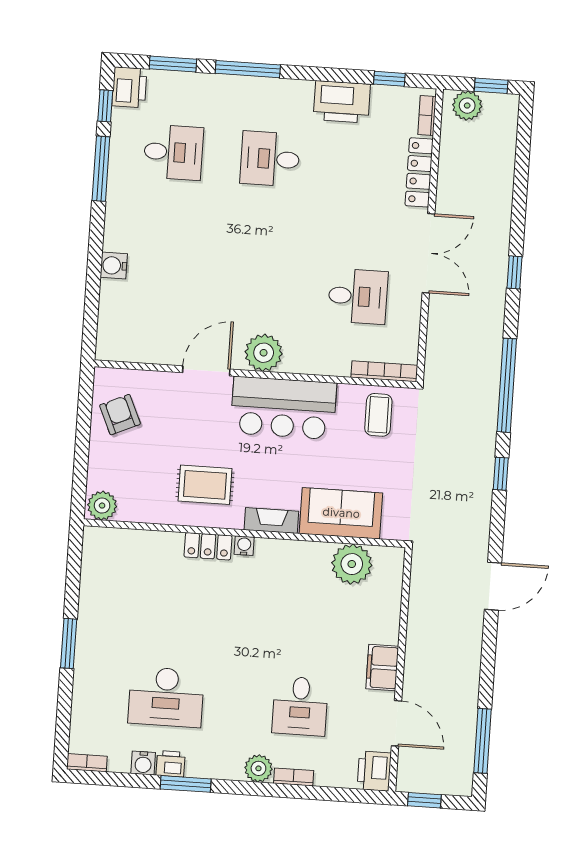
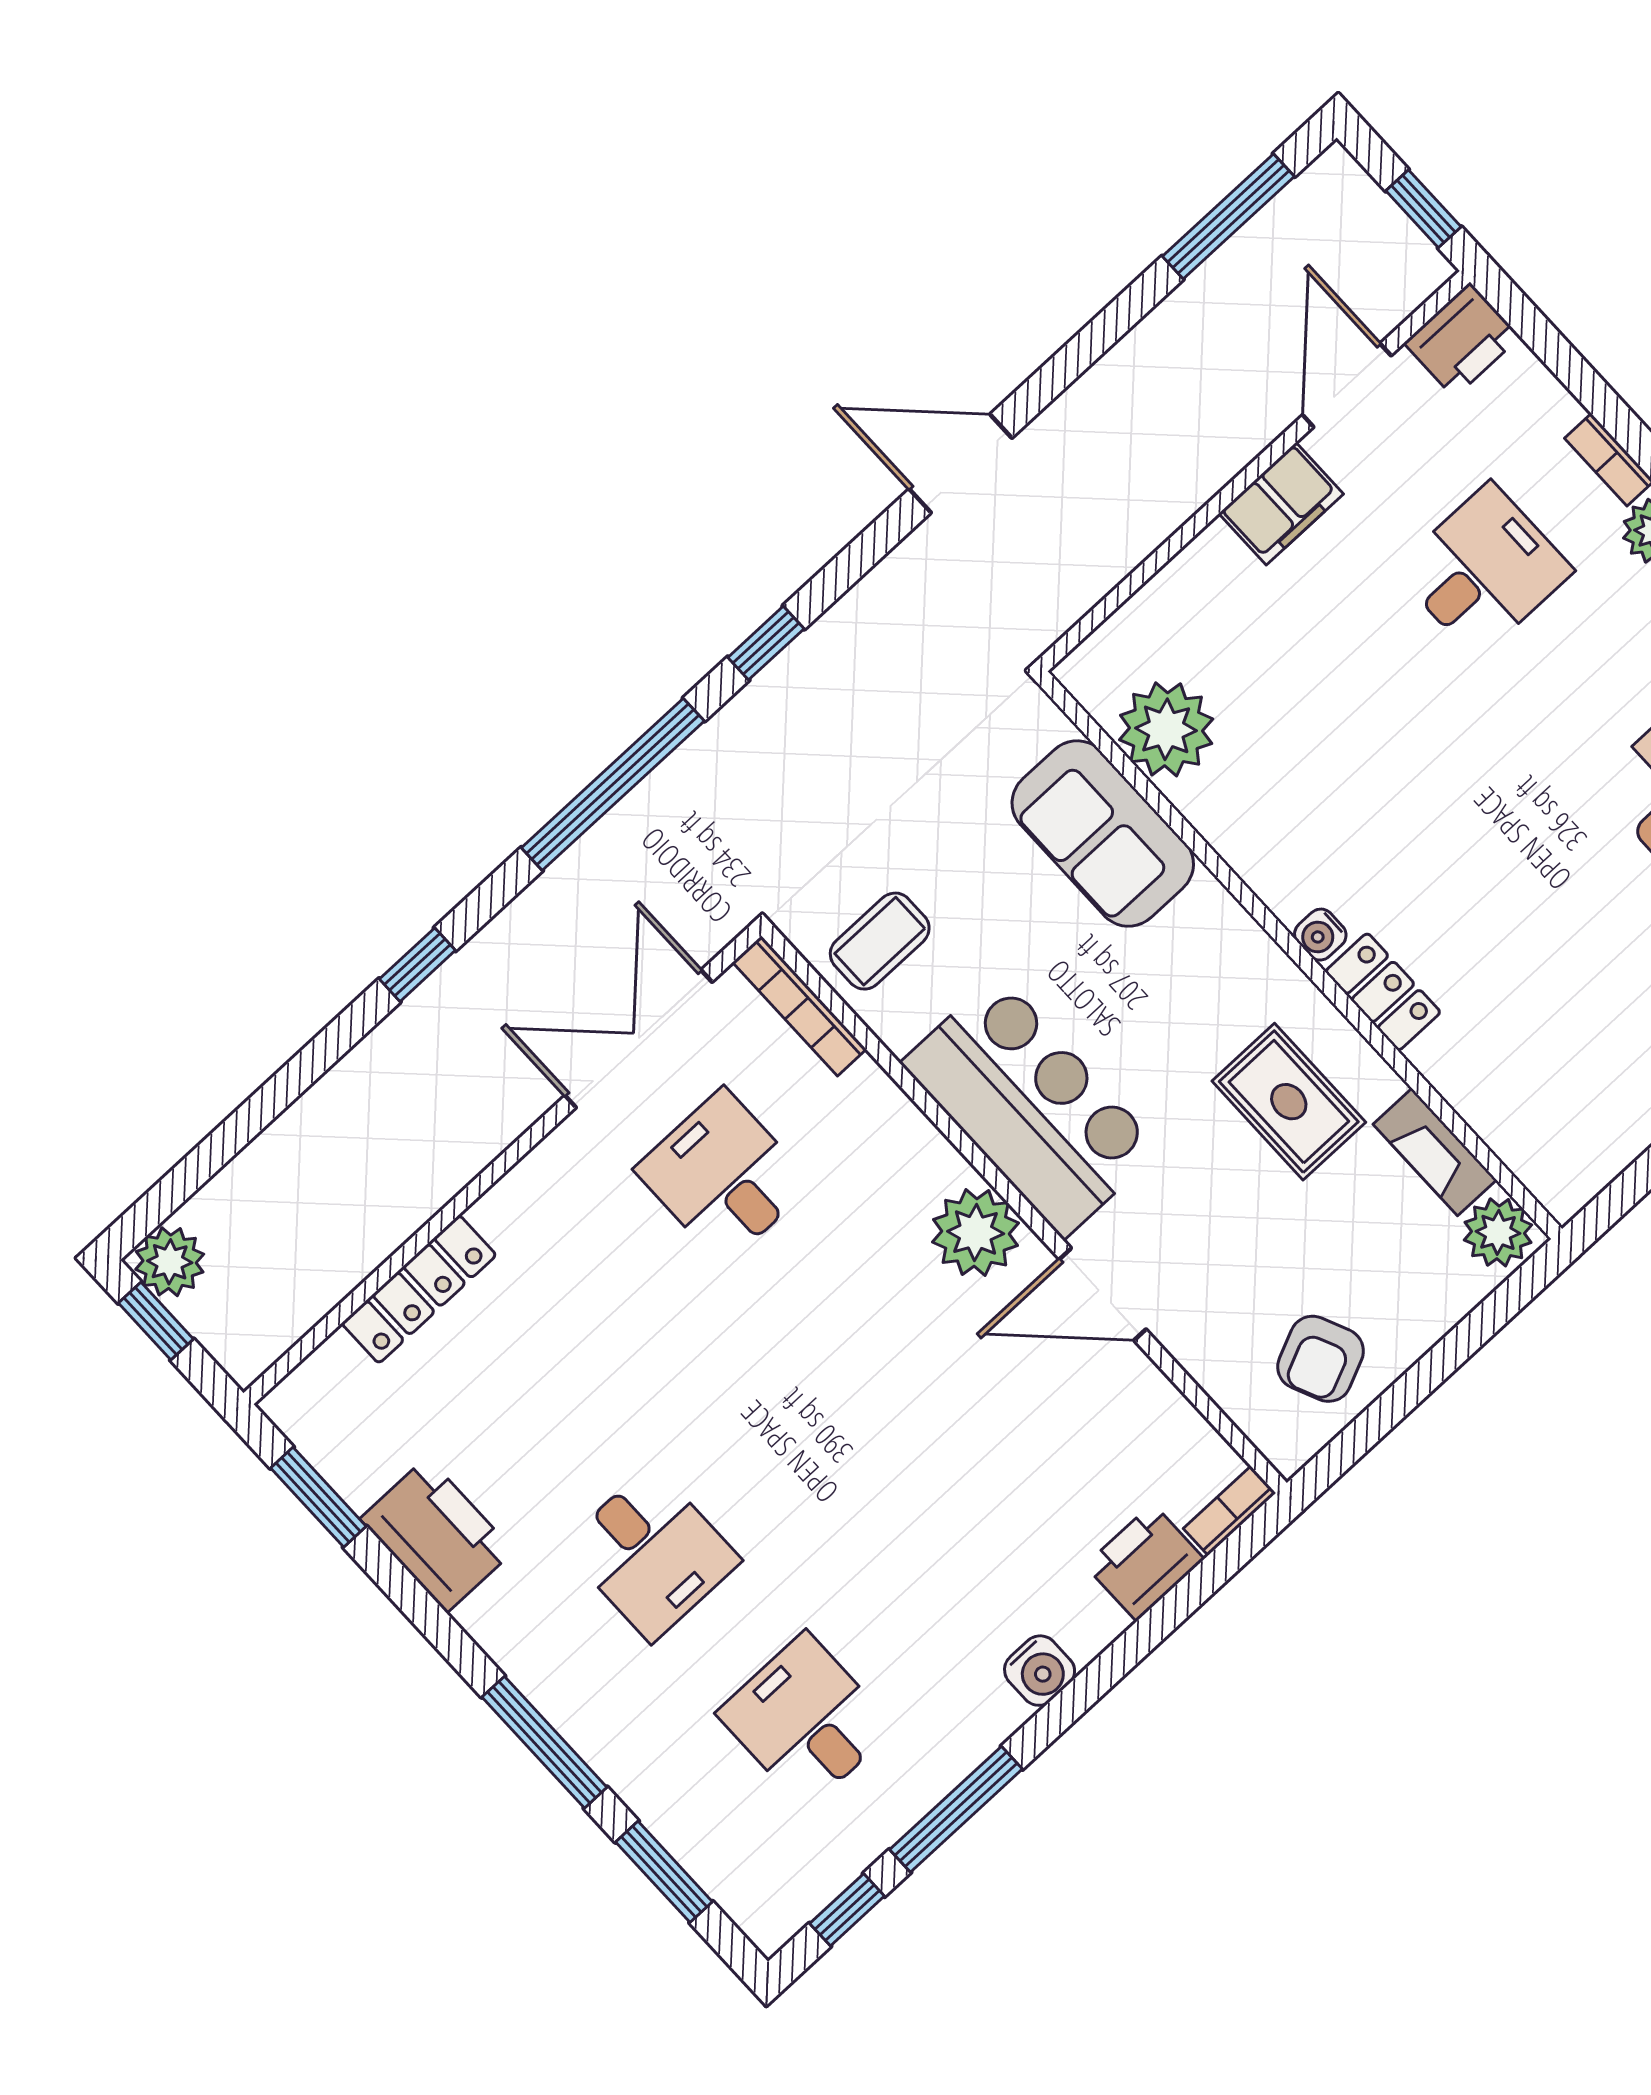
window: (389, 79) -> (318, 1497), width x1.50
printer: (129, 87) -> (1145, 1562), moved
plant: (467, 106) -> (170, 1262), moved
bookcase: (427, 116) -> (1230, 1511), moved, turned 180
double door: (429, 253) -> (639, 1039), moved
water cooler: (114, 266) -> (1040, 1671), moved
fireplace: (271, 521) -> (1435, 1152), moved

